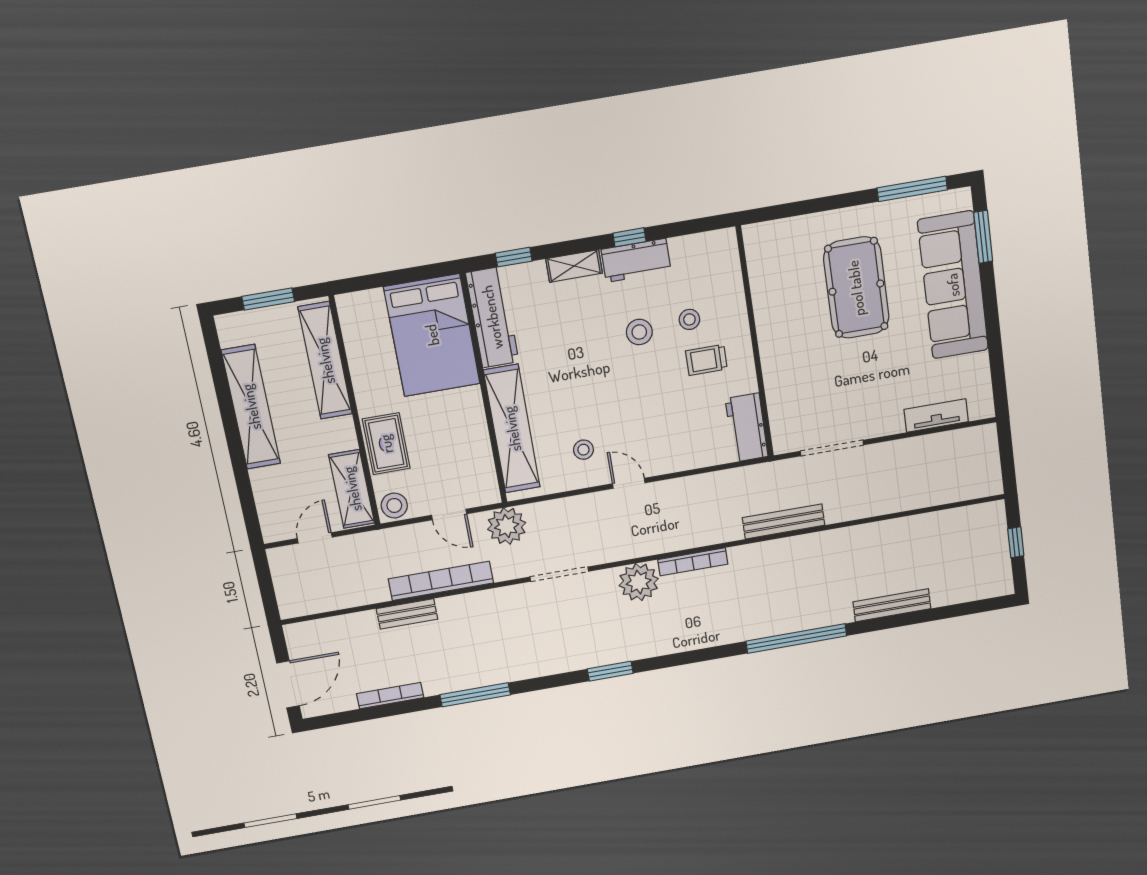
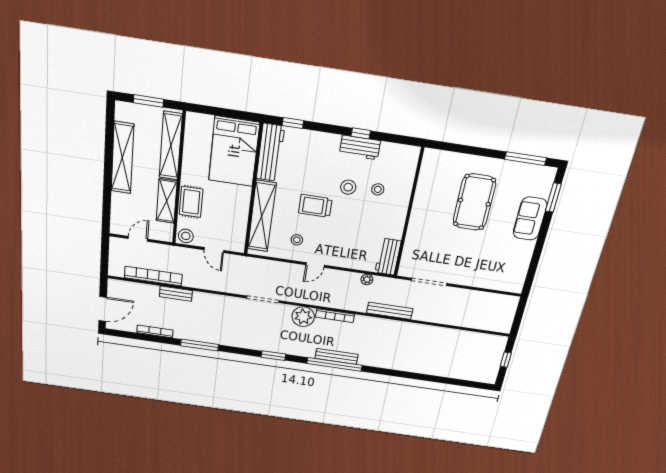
shelving: (574, 266) -> (325, 139), removed
sofa: (953, 285) -> (530, 219), width x0.54, depth x0.79
trolley: (706, 360) -> (315, 206), moved, width x1.36, depth x1.39
tv unit: (936, 416) -> (490, 283), removed
door: (629, 483) -> (315, 265), swing flipped
shelving: (352, 489) -> (167, 201), moved
plant: (507, 526) -> (367, 280), moved, width x0.53, depth x0.53
bookcase: (441, 581) -> (153, 276), moved
bench: (892, 605) -> (337, 356), moved
window: (796, 638) -> (334, 364), moved

